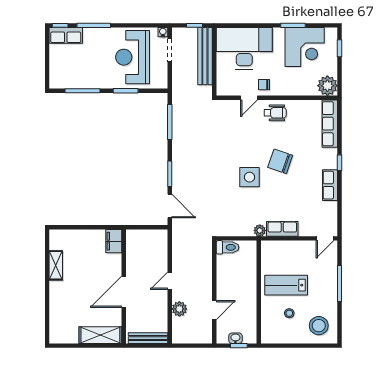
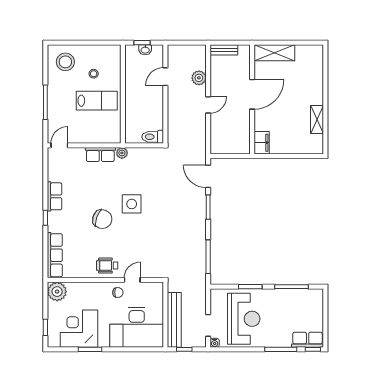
bench: (148, 338) -> (224, 50), width x0.73

